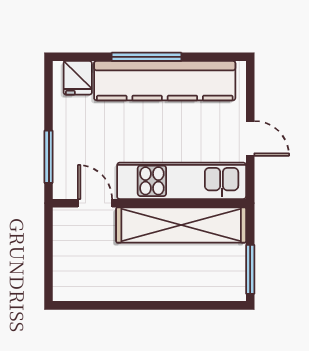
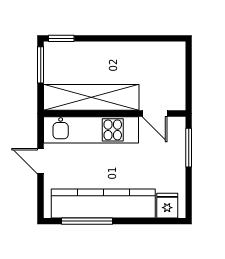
window: (146, 57) -> (87, 221), moved
window: (222, 305) -> (61, 38), added

